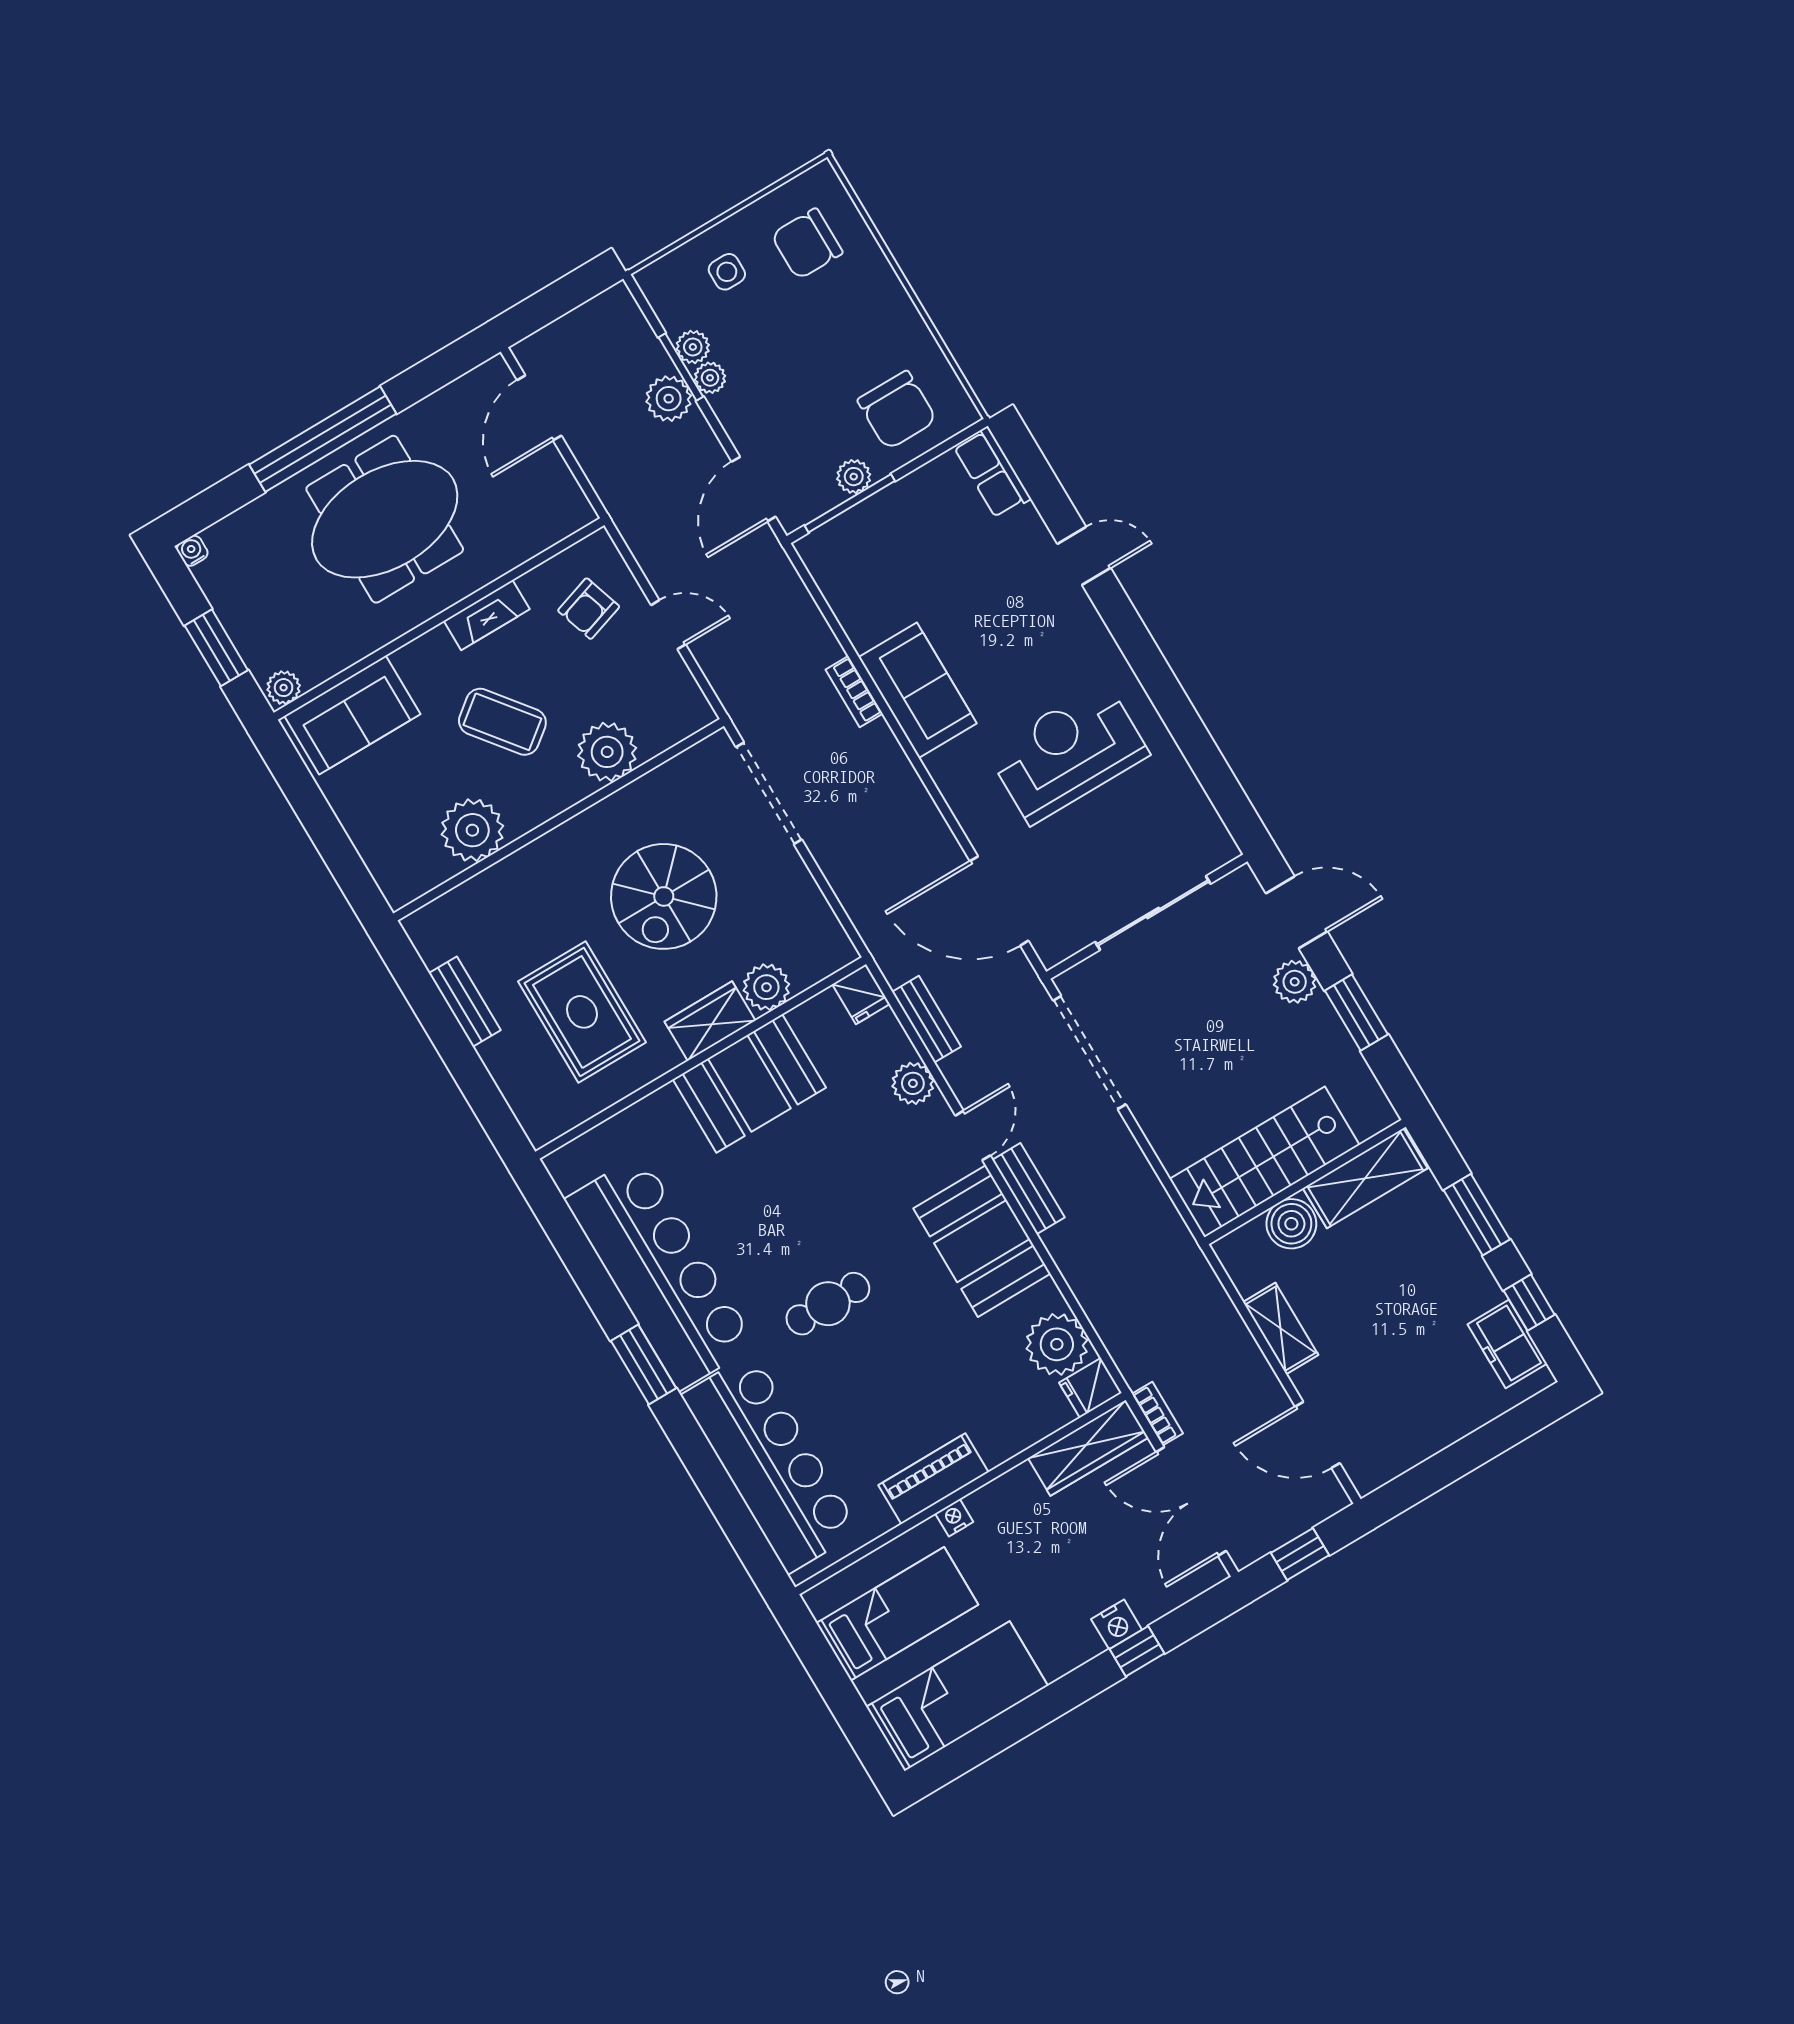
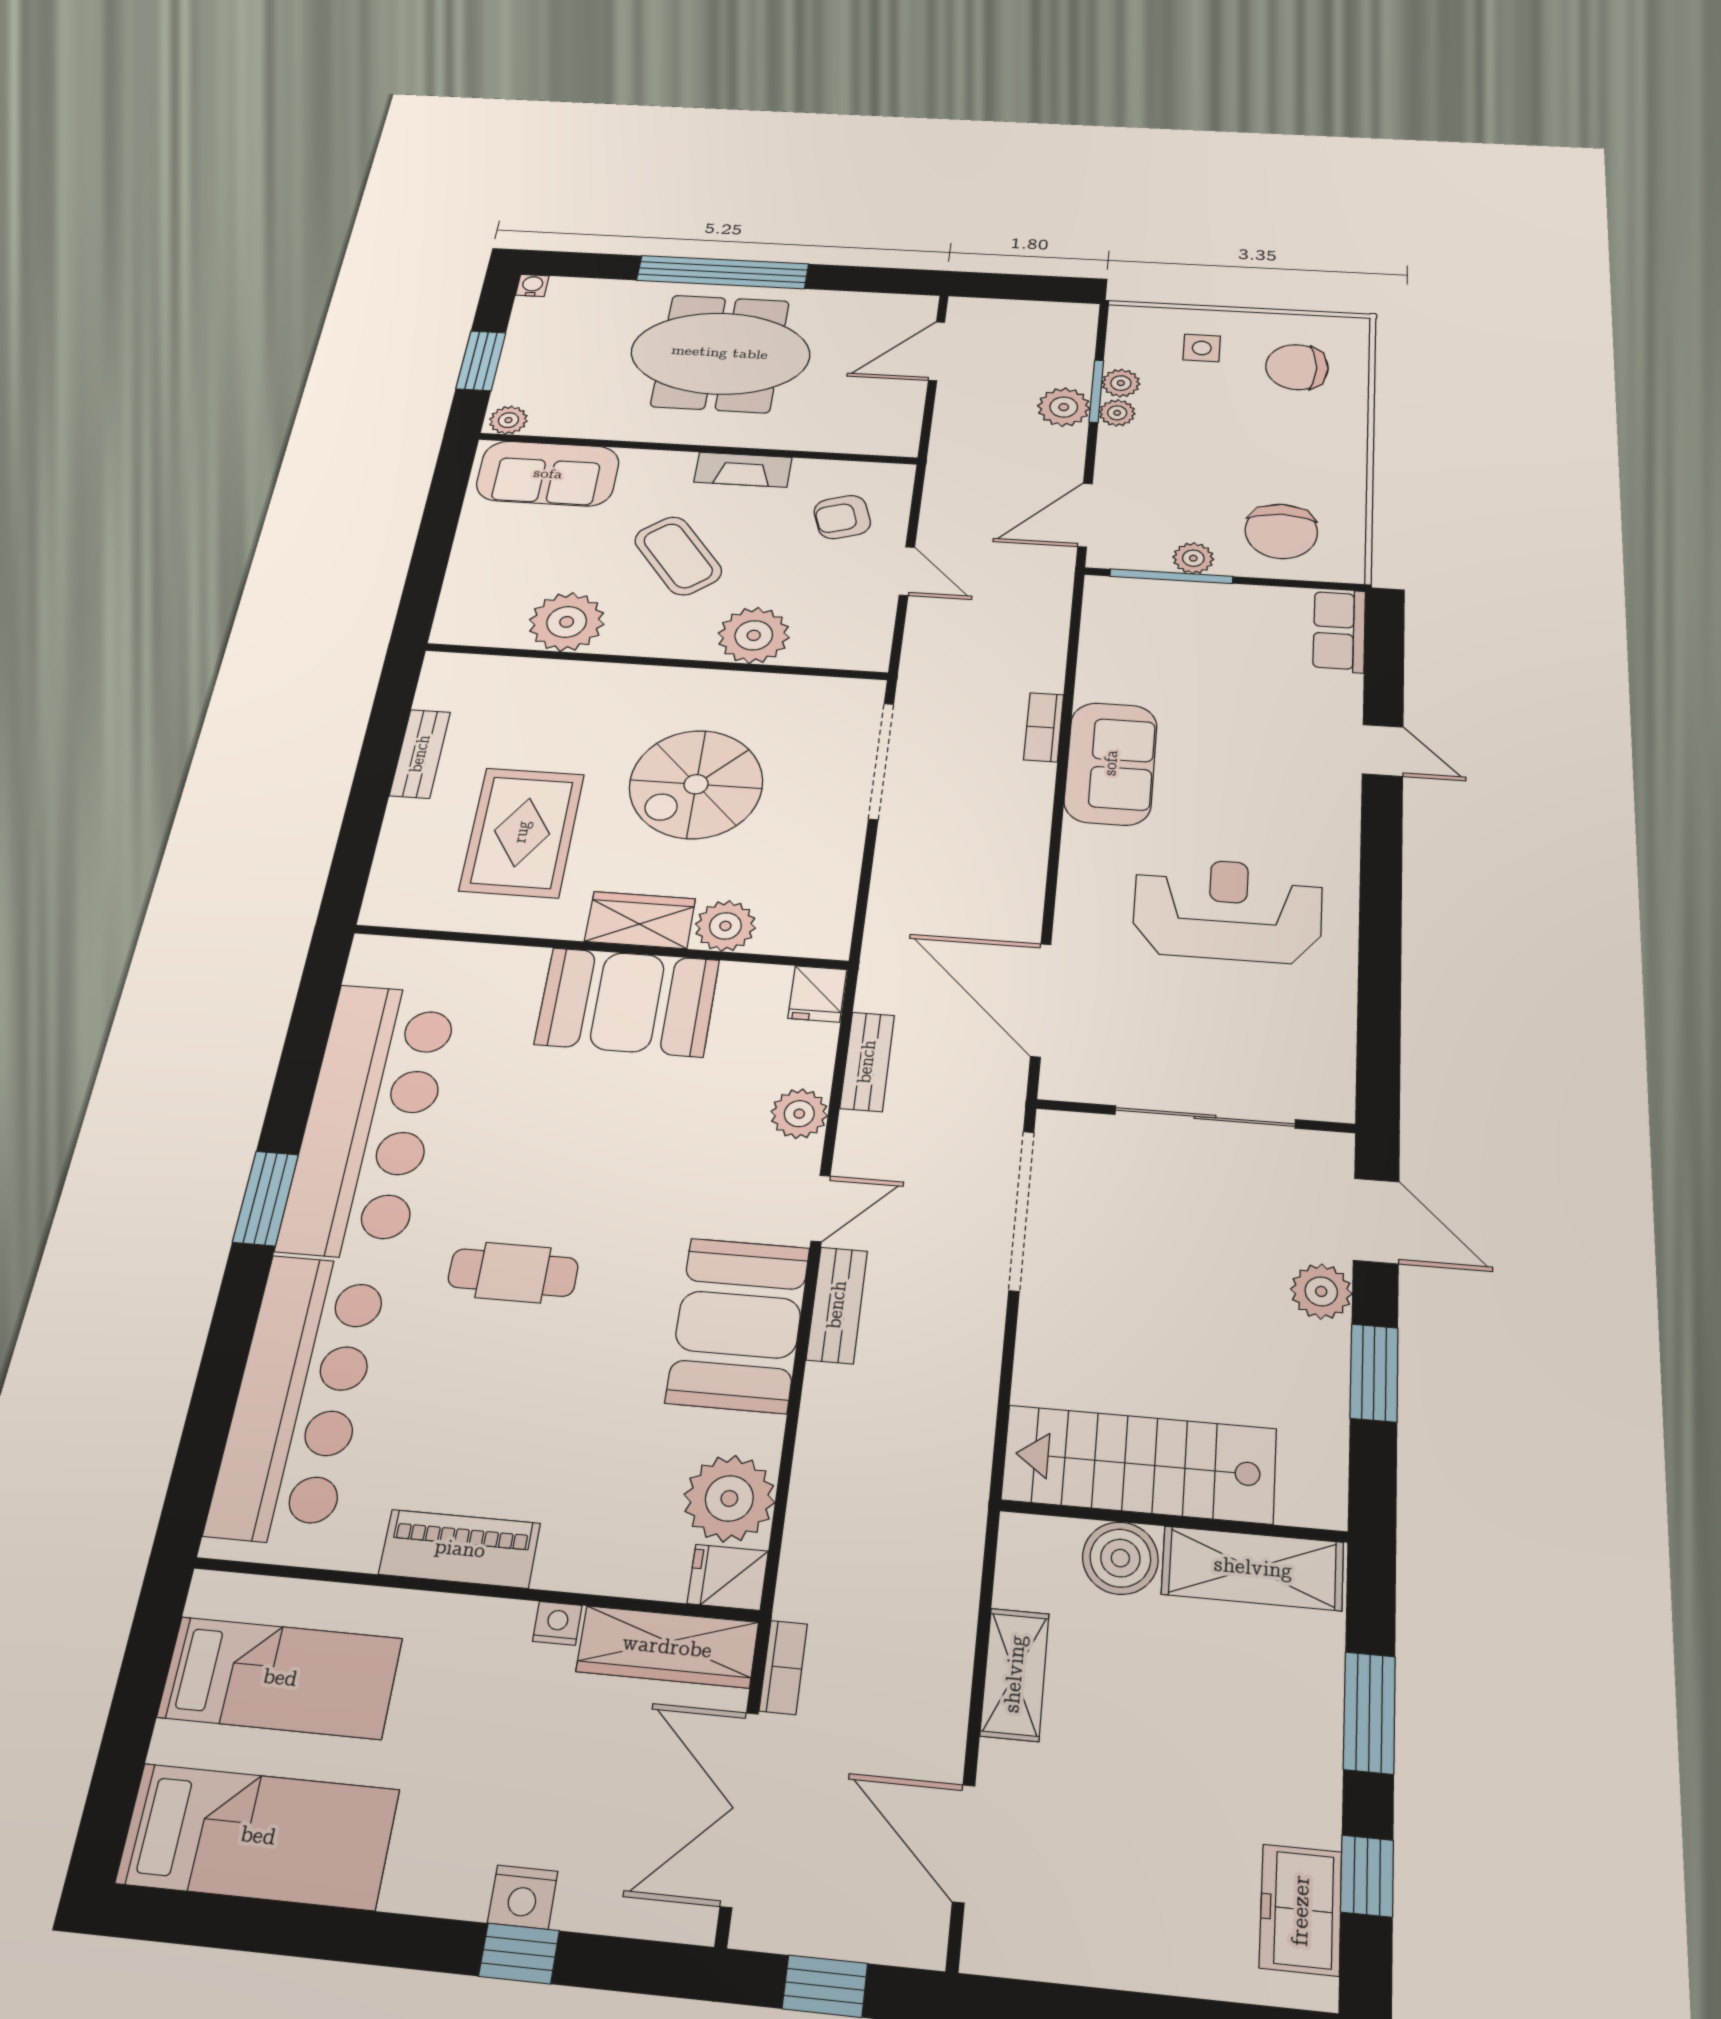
nightstand: (954, 1518) -> (557, 1623), moved

